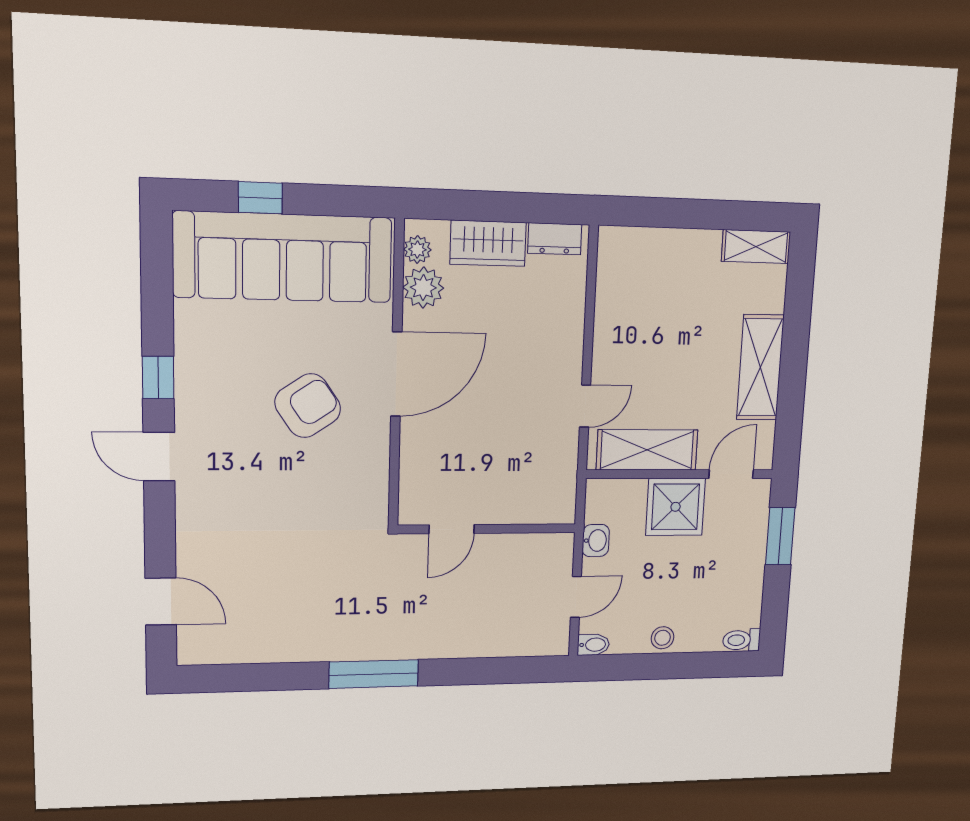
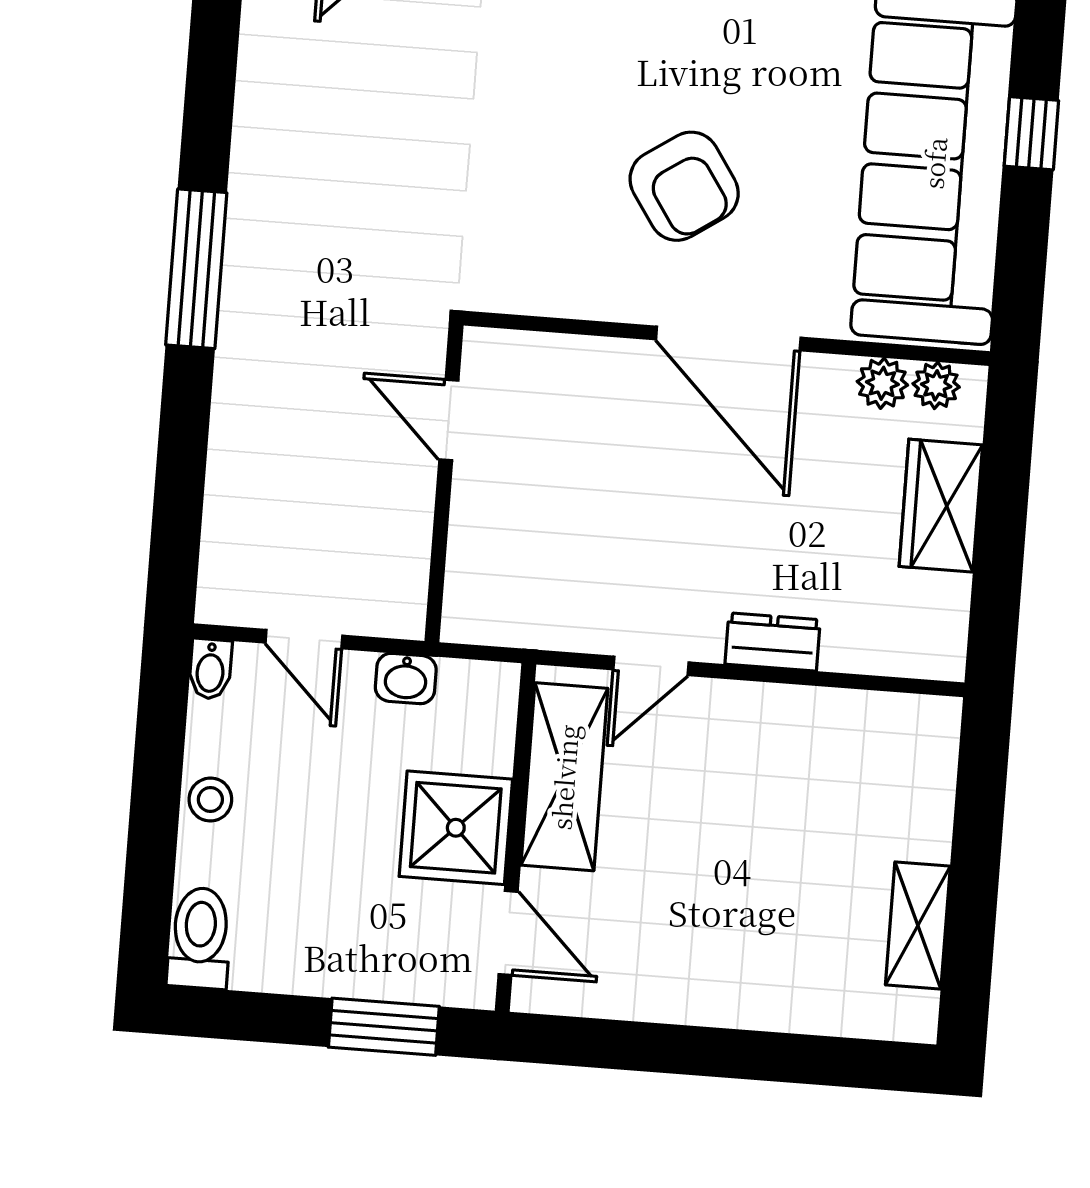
dresser: (555, 239) -> (773, 642), moved, turned 90
shelving: (756, 247) -> (918, 926), moved
plant: (423, 288) -> (882, 383), width x0.73, depth x0.73
shelving: (760, 367) -> (699, 989), removed
door: (585, 406) -> (651, 666), hinge flipped
toilet: (741, 640) -> (200, 938), width x1.37, depth x1.39

